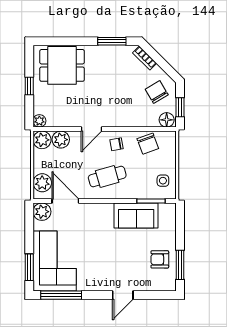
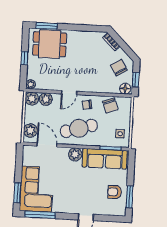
window: (112, 41) -> (47, 26), moved
cafe table: (107, 177) -> (79, 128), width x1.37, depth x1.35
plant: (42, 212) -> (75, 154), moved
sofa: (136, 215) -> (105, 159), width x1.36

